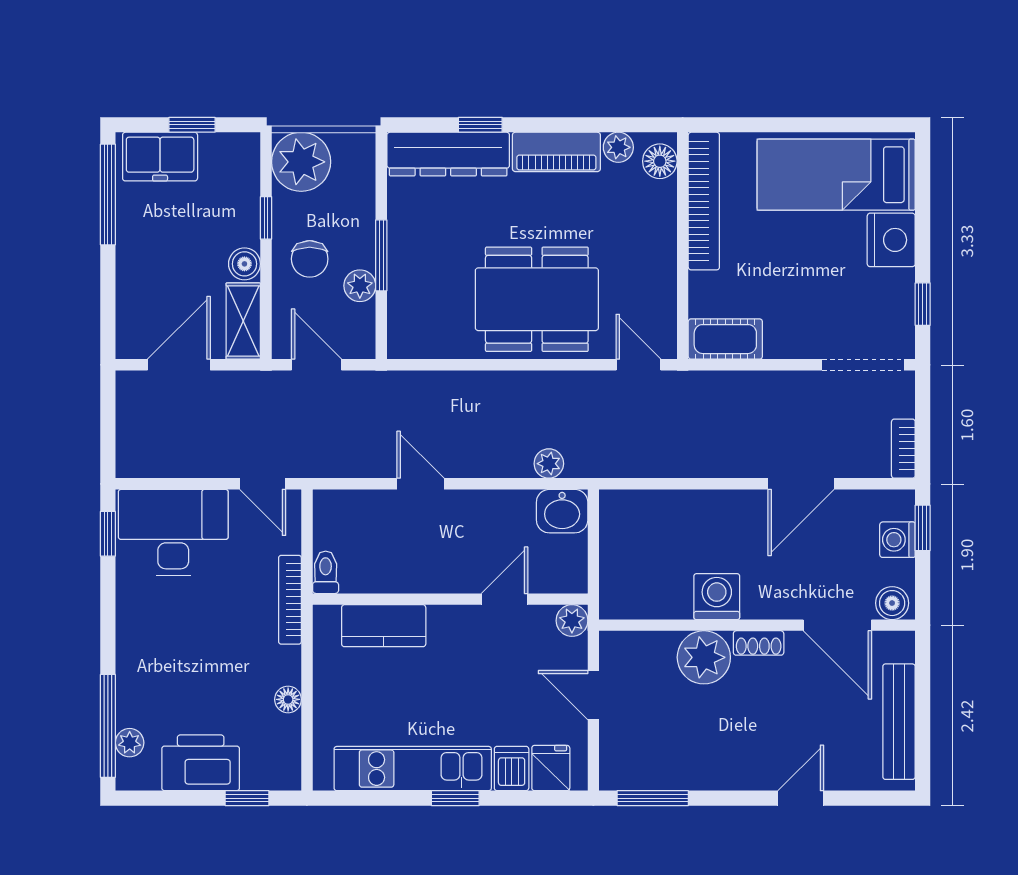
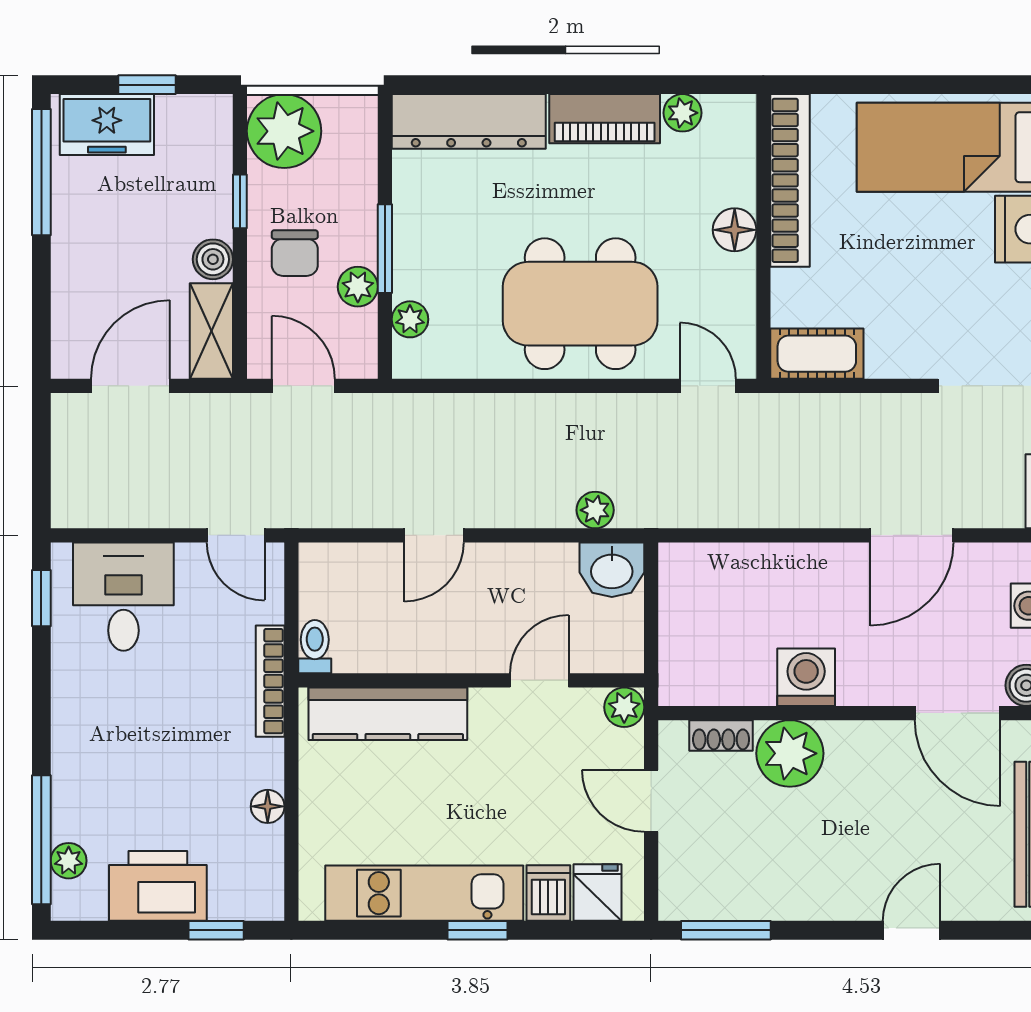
window: (480, 125) -> (509, 85), removed
floor lamp: (660, 161) -> (735, 230), moved
plant: (401, 312) -> (410, 319), added
door: (421, 484) -> (434, 535), swing flipped
desk: (173, 533) -> (123, 597), width x0.73
kitchen counter: (384, 626) -> (388, 714), width x1.50
shoe rack: (759, 643) -> (721, 735), moved

